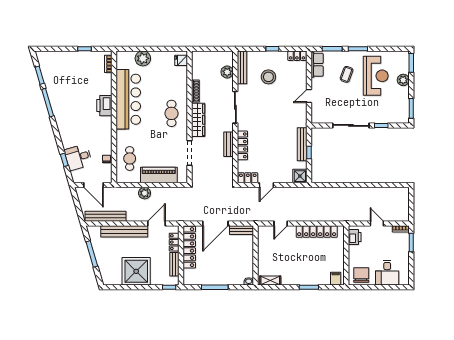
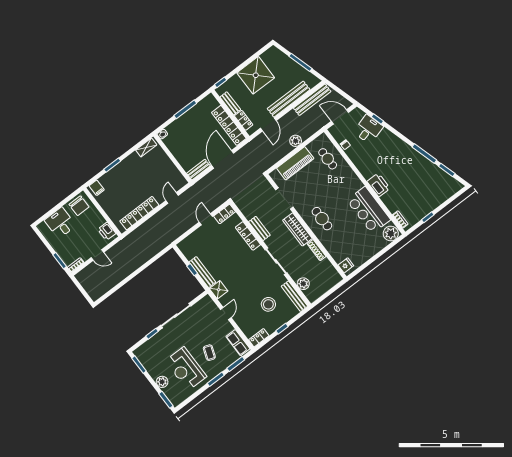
plant: (143, 58) -> (391, 234), moved
bar counter: (128, 99) -> (369, 210), width x0.73
shower: (300, 176) -> (219, 290), moved

